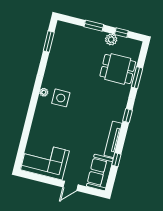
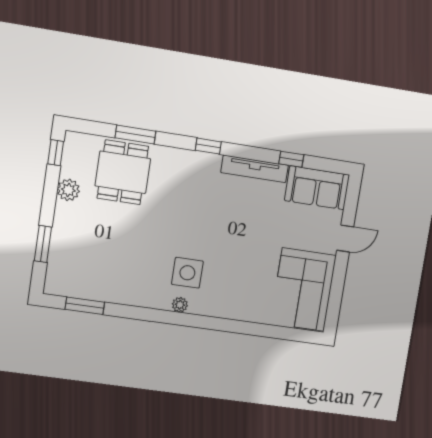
window: (94, 26) -> (43, 244), moved
window: (121, 33) -> (56, 153), moved
door: (71, 186) -> (345, 239), hinge flipped

